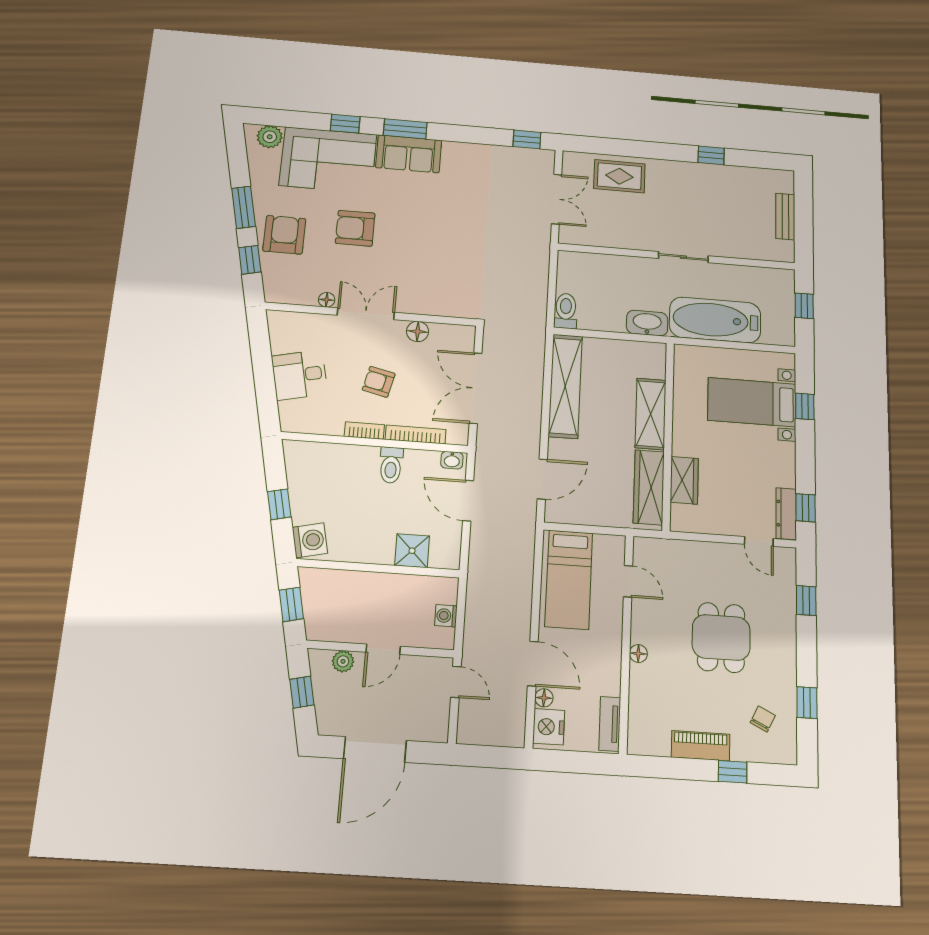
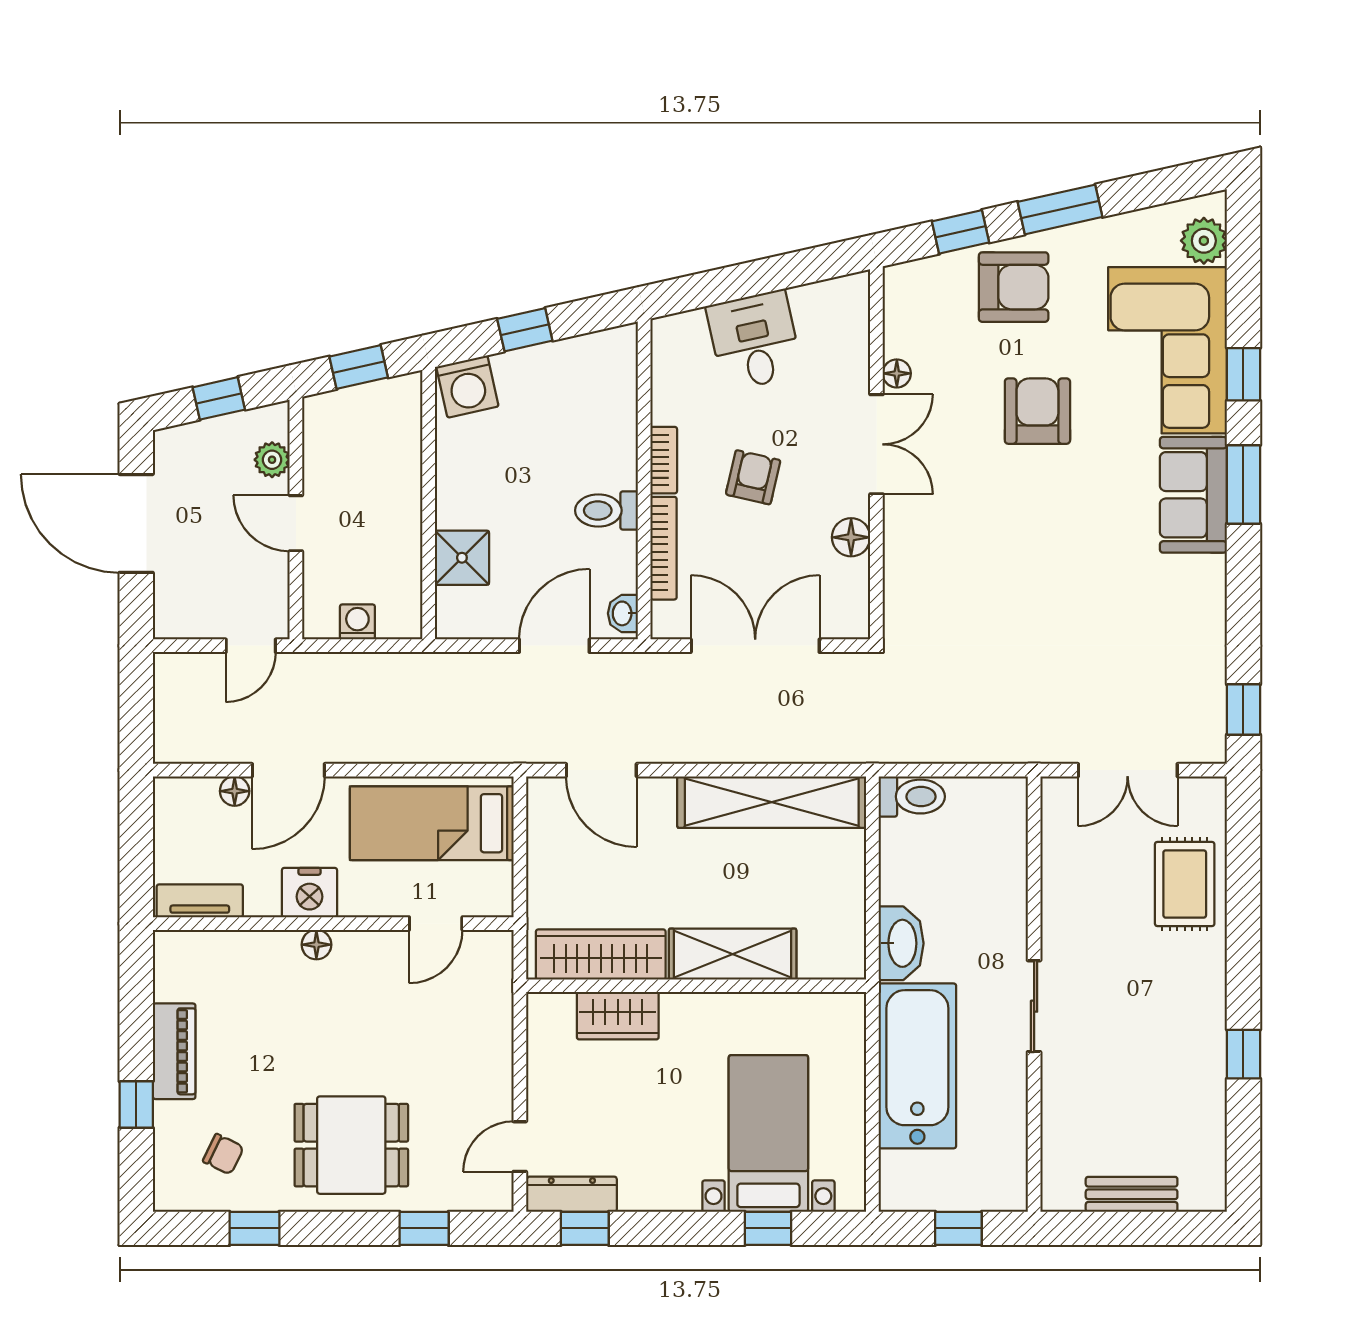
dining table: (721, 637) -> (351, 1145), moved
nightstand: (549, 727) -> (310, 893), moved, turned 180

